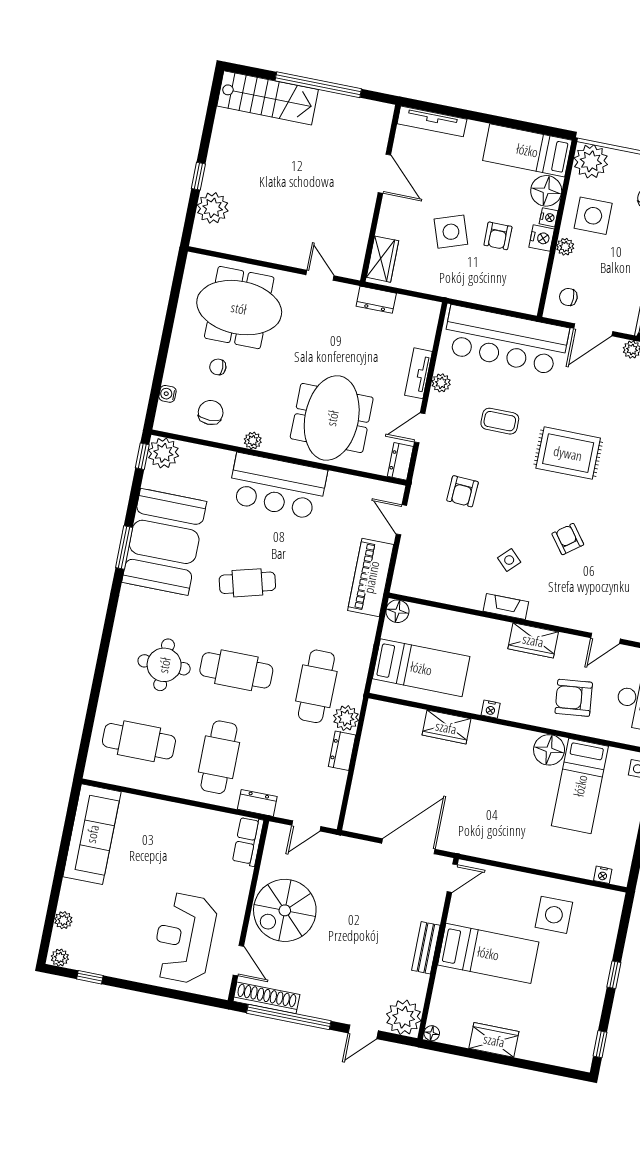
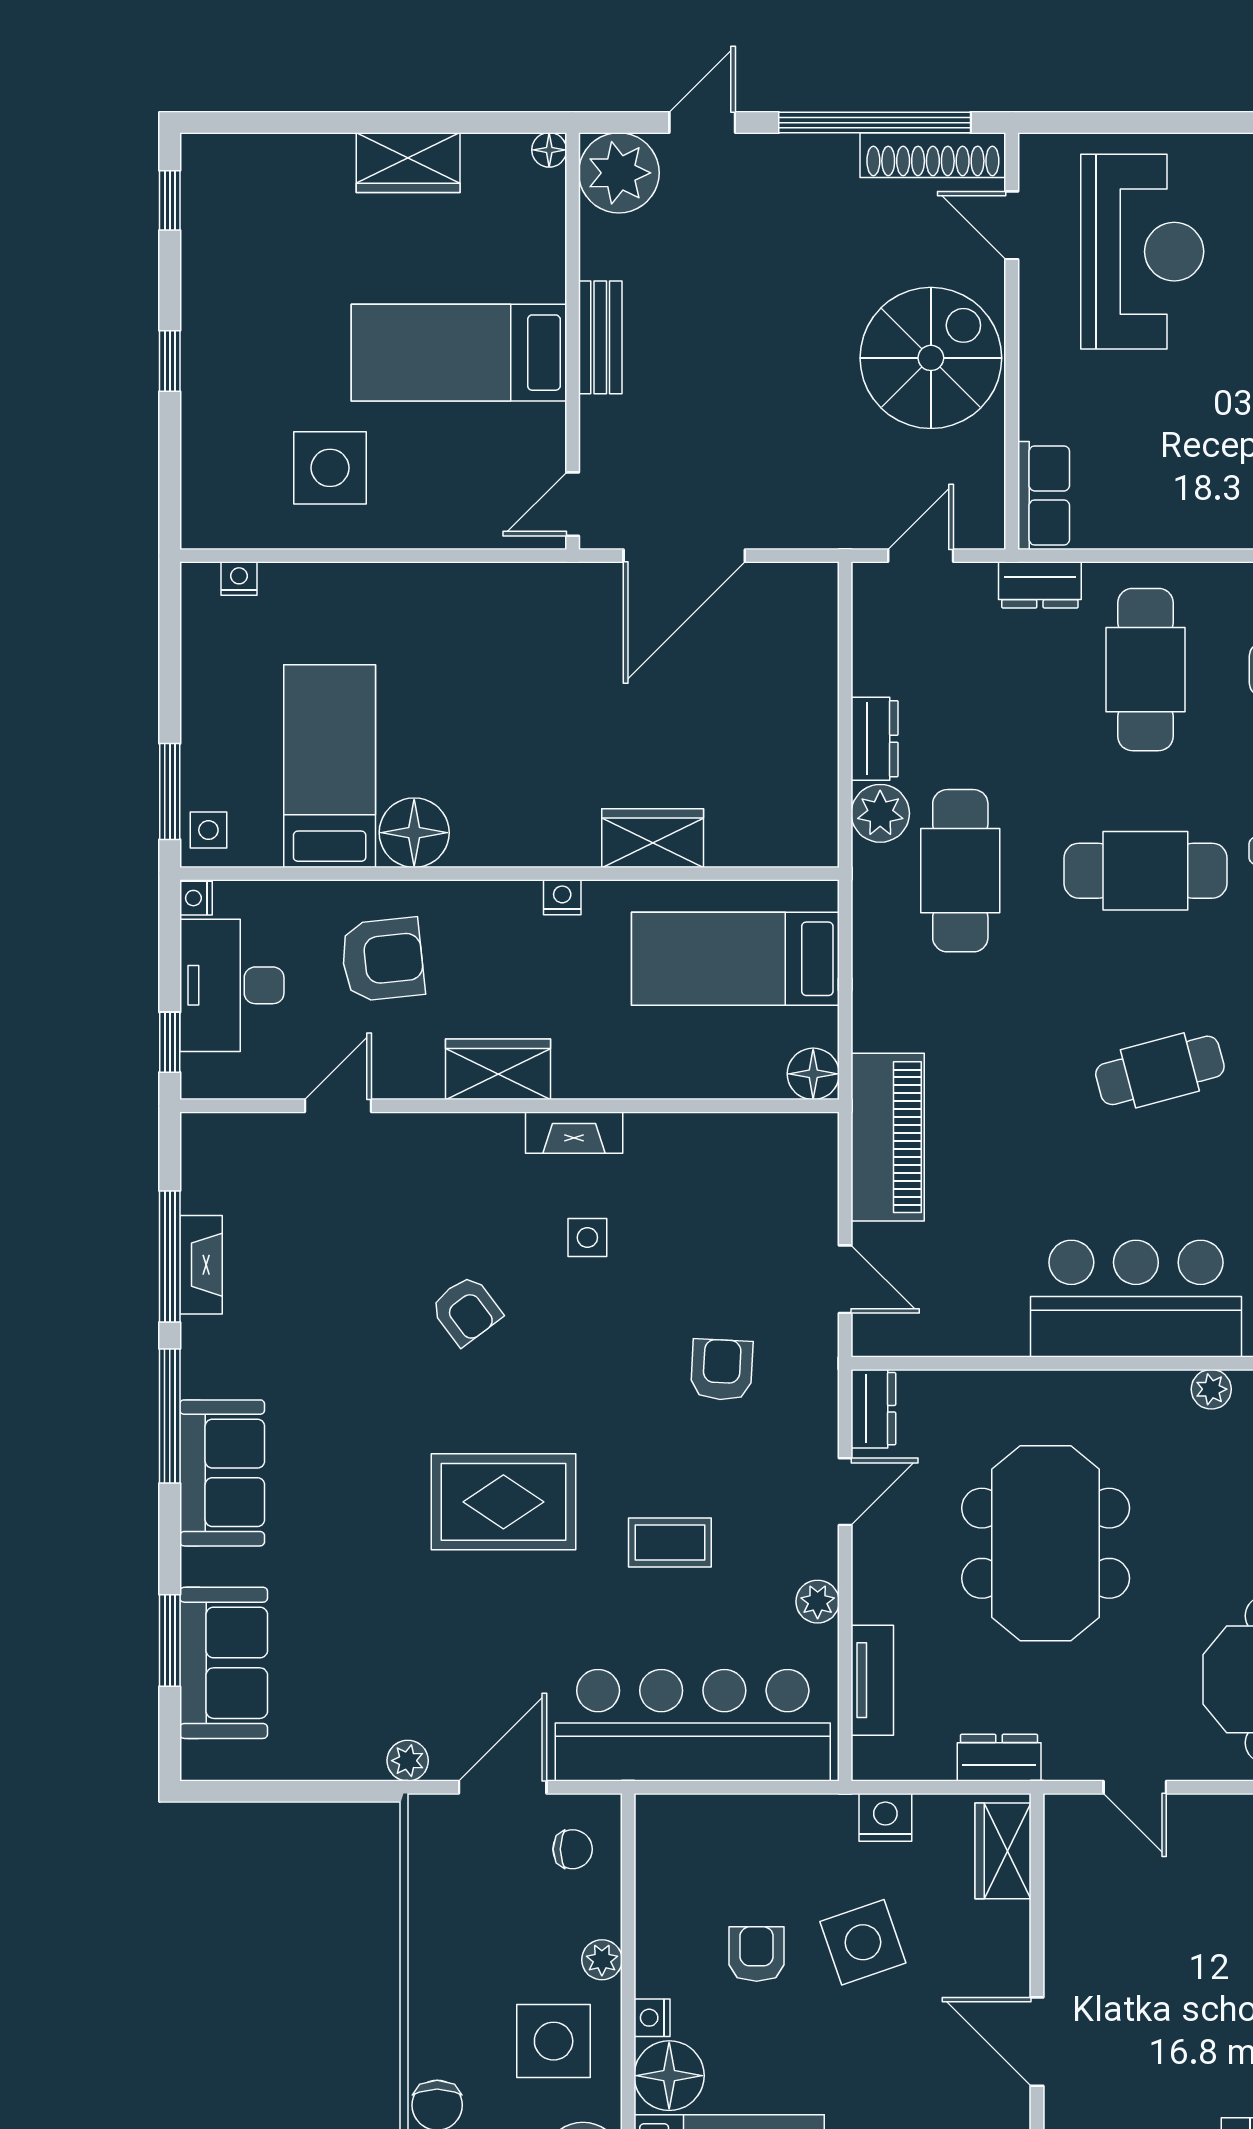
nightstand: (542, 238) -> (885, 1817), moved, turned 90
tv unit: (418, 373) -> (872, 1680), moved
meeting table: (332, 418) -> (1046, 1543), moved
side table: (509, 560) -> (587, 1238), turned 45

